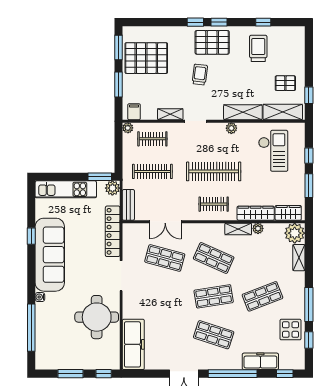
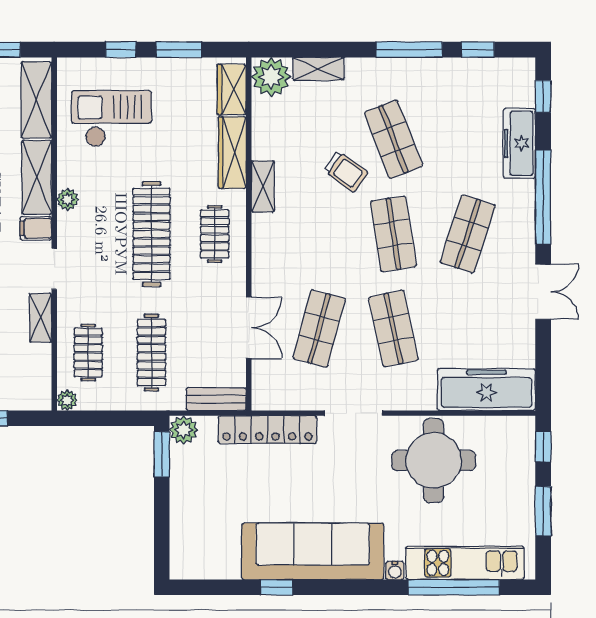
filing cabinet: (134, 112) -> (36, 228), moved
kitchen unit: (66, 189) -> (465, 563), moved, turned -90
plant: (258, 228) -> (262, 148), removed
shop shelf: (214, 258) -> (393, 329), moved, turned -36
trolley: (246, 272) -> (346, 172), added
display table: (291, 330) -> (458, 85), removed

